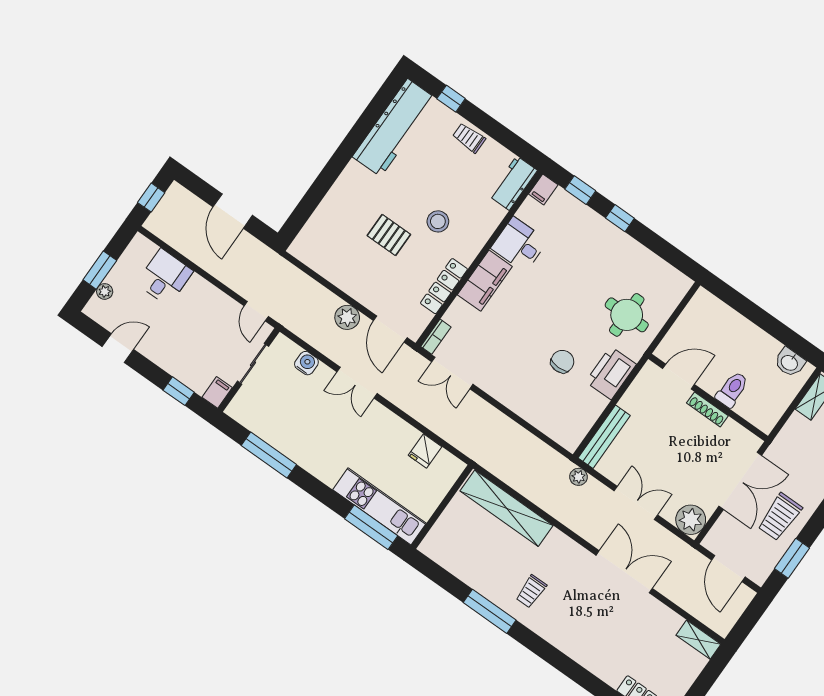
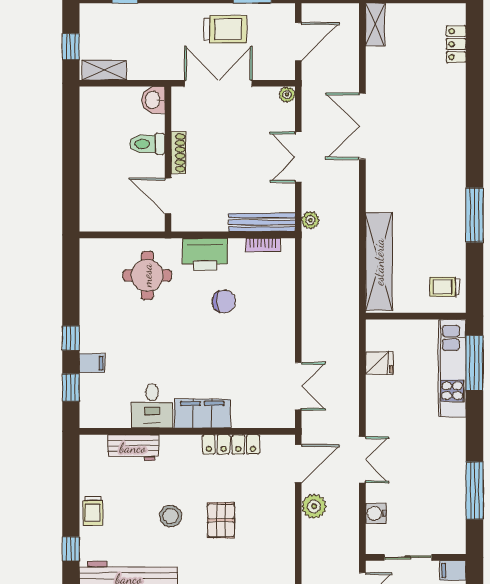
workbench: (513, 183) -> (133, 448), moved
filing cabinet: (543, 189) -> (92, 363), moved
stool: (438, 221) -> (171, 516), moved
bookcase: (436, 337) -> (263, 245), moved, turned 180
chair: (562, 362) -> (224, 301), turned 180
washbasin: (790, 362) -> (153, 100), moved, turned 180
plant: (691, 520) -> (287, 95), width x0.53, depth x0.53
trolley: (531, 591) -> (445, 287), moved, turned 180

